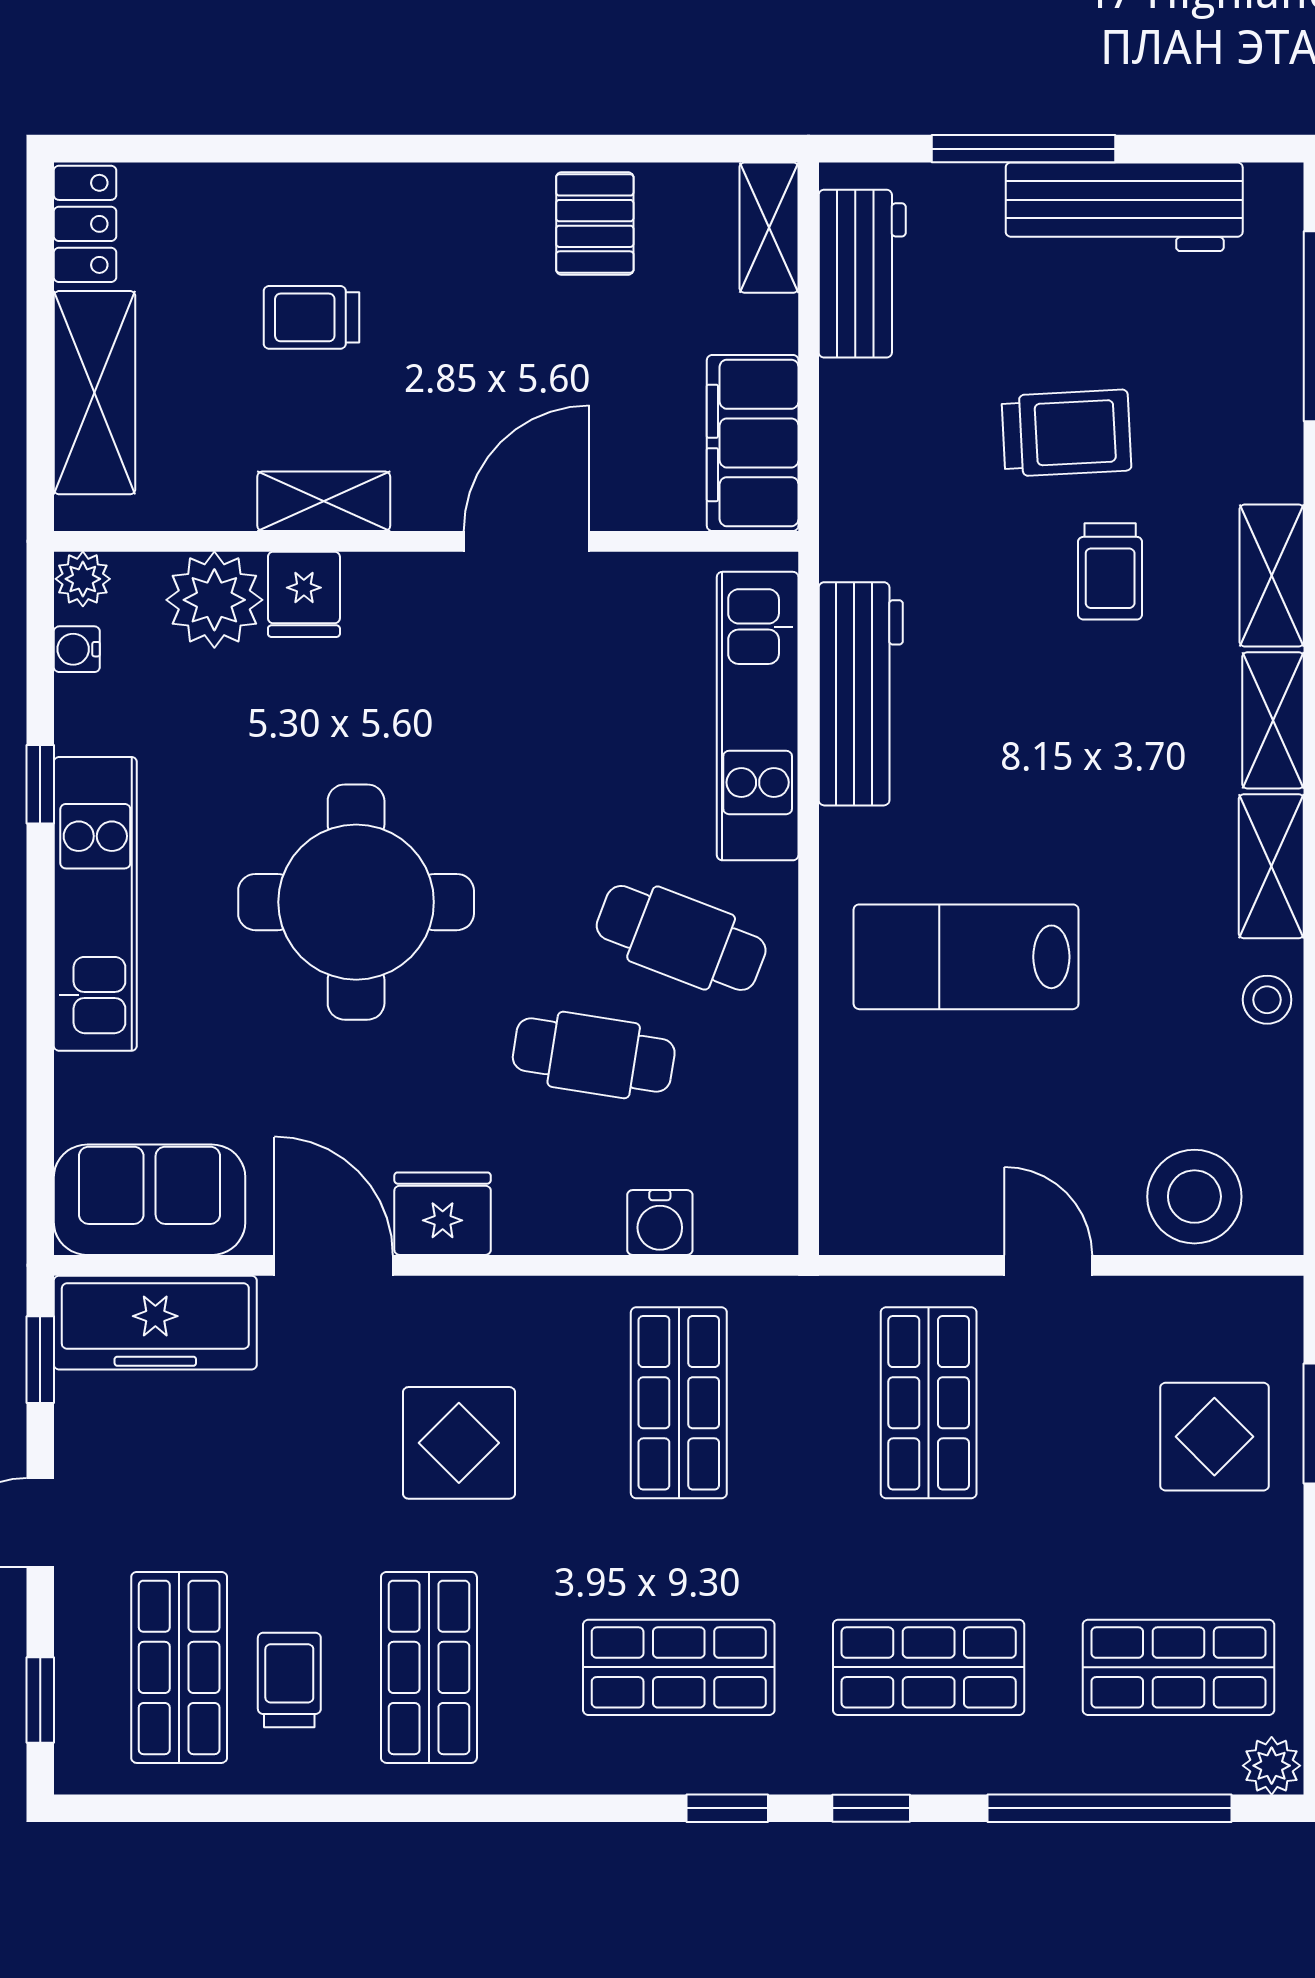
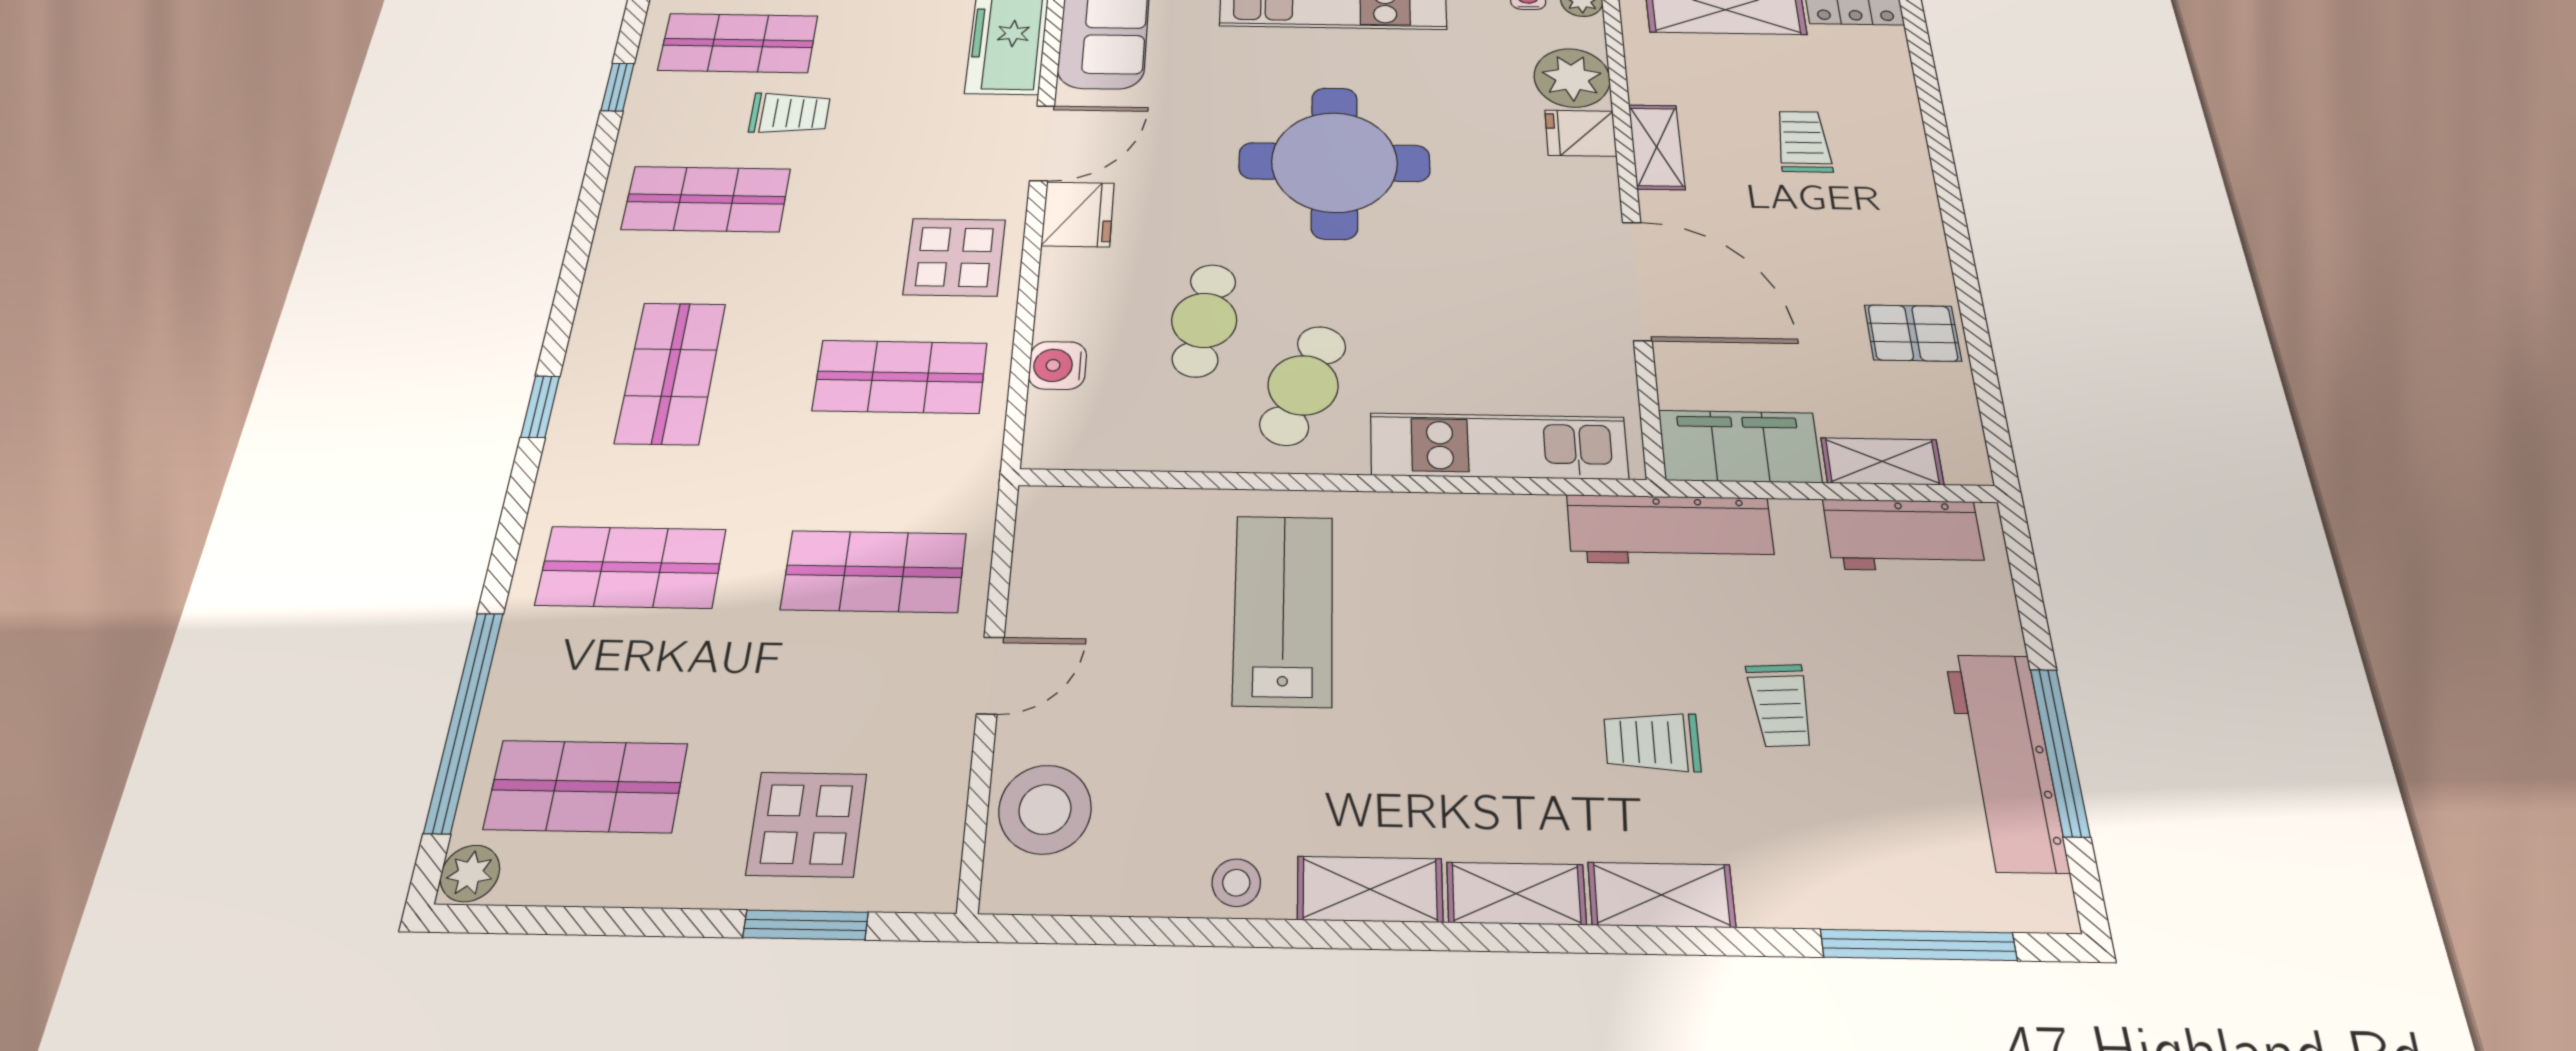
window: (1023, 149) -> (2060, 752), moved
shelving: (769, 228) -> (1882, 461), moved
trolley: (1066, 433) -> (1780, 705), width x0.73, depth x0.72
door: (527, 541) -> (1637, 281), width x1.36
workbench: (861, 694) -> (1670, 530), moved
display table: (459, 1443) -> (955, 257), moved
shop shelf: (929, 1667) -> (631, 567), turned 90
shop shelf: (1178, 1667) -> (586, 786), turned 90
trolley: (289, 1680) -> (790, 113), moved
window: (871, 1808) -> (618, 87), moved

